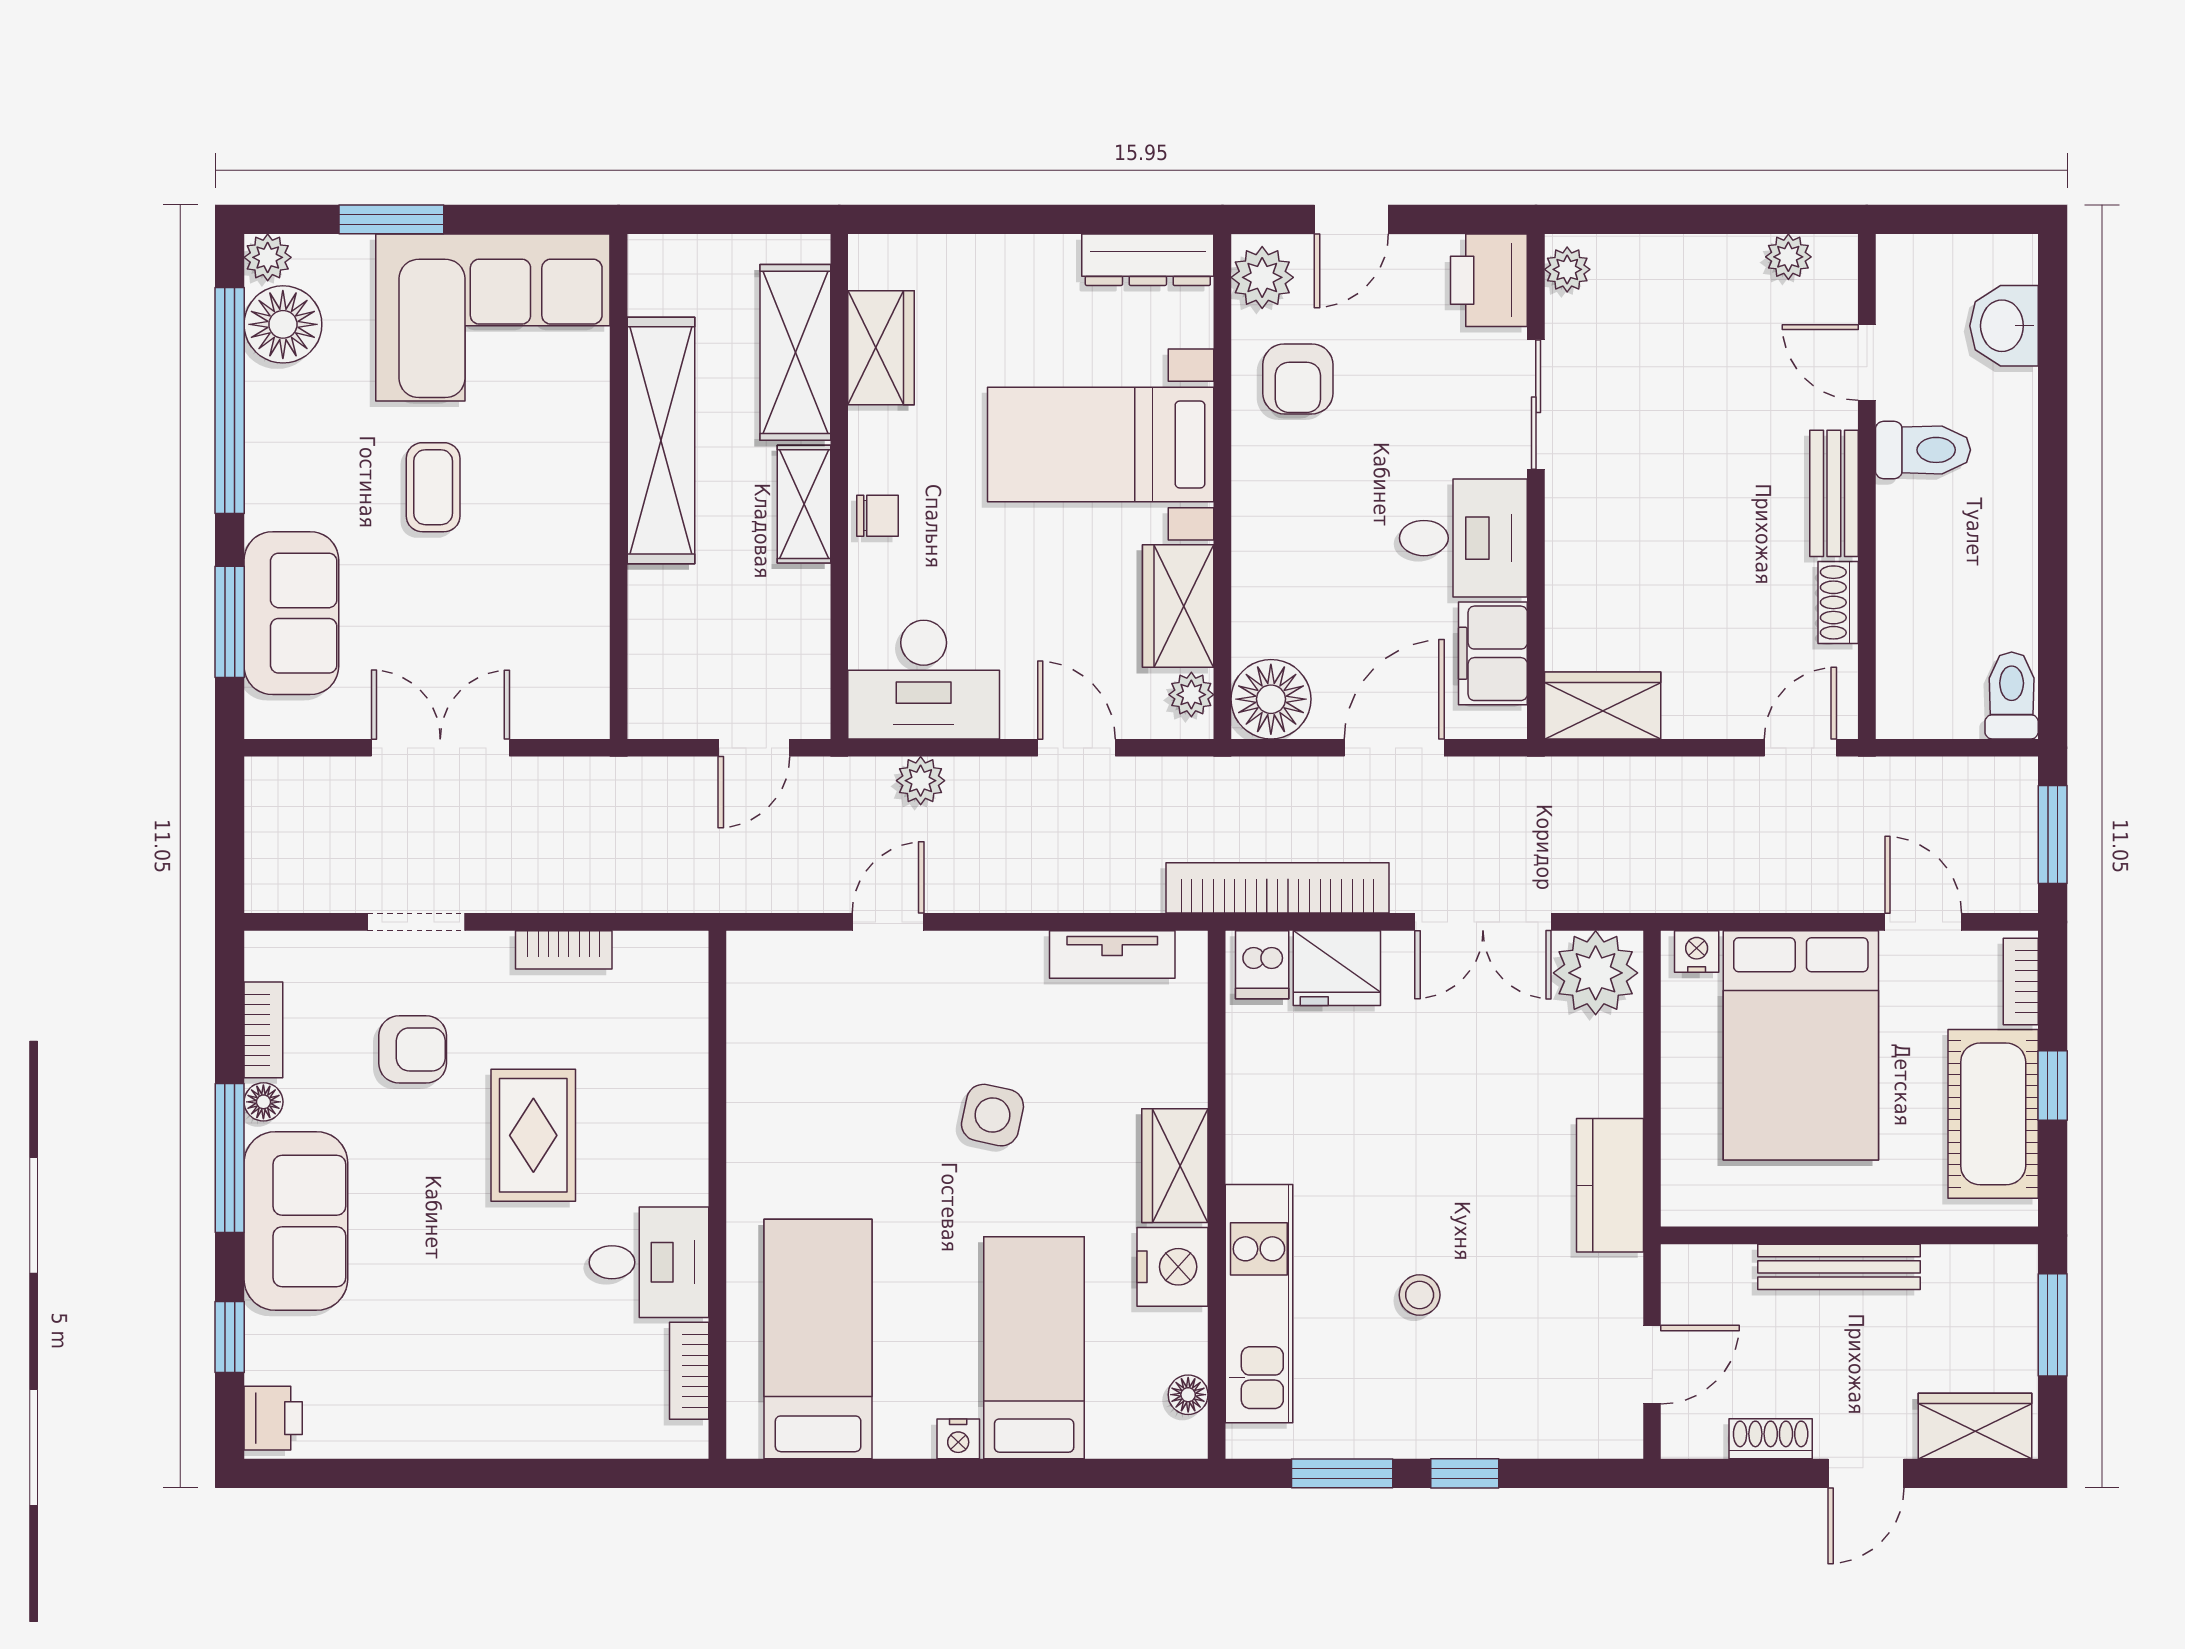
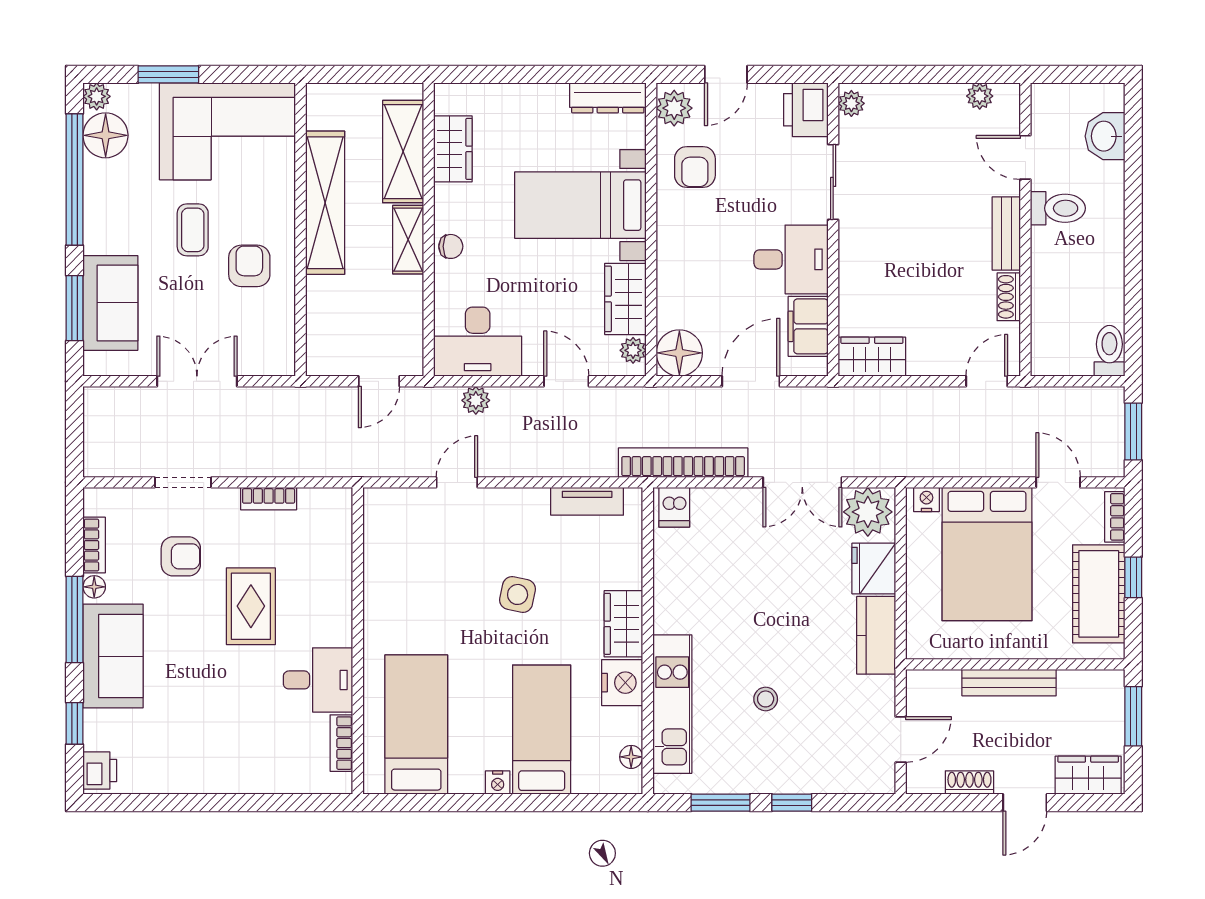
armchair: (531, 549) -> (249, 266), added
fridge: (1337, 968) -> (874, 569), moved, turned 90

